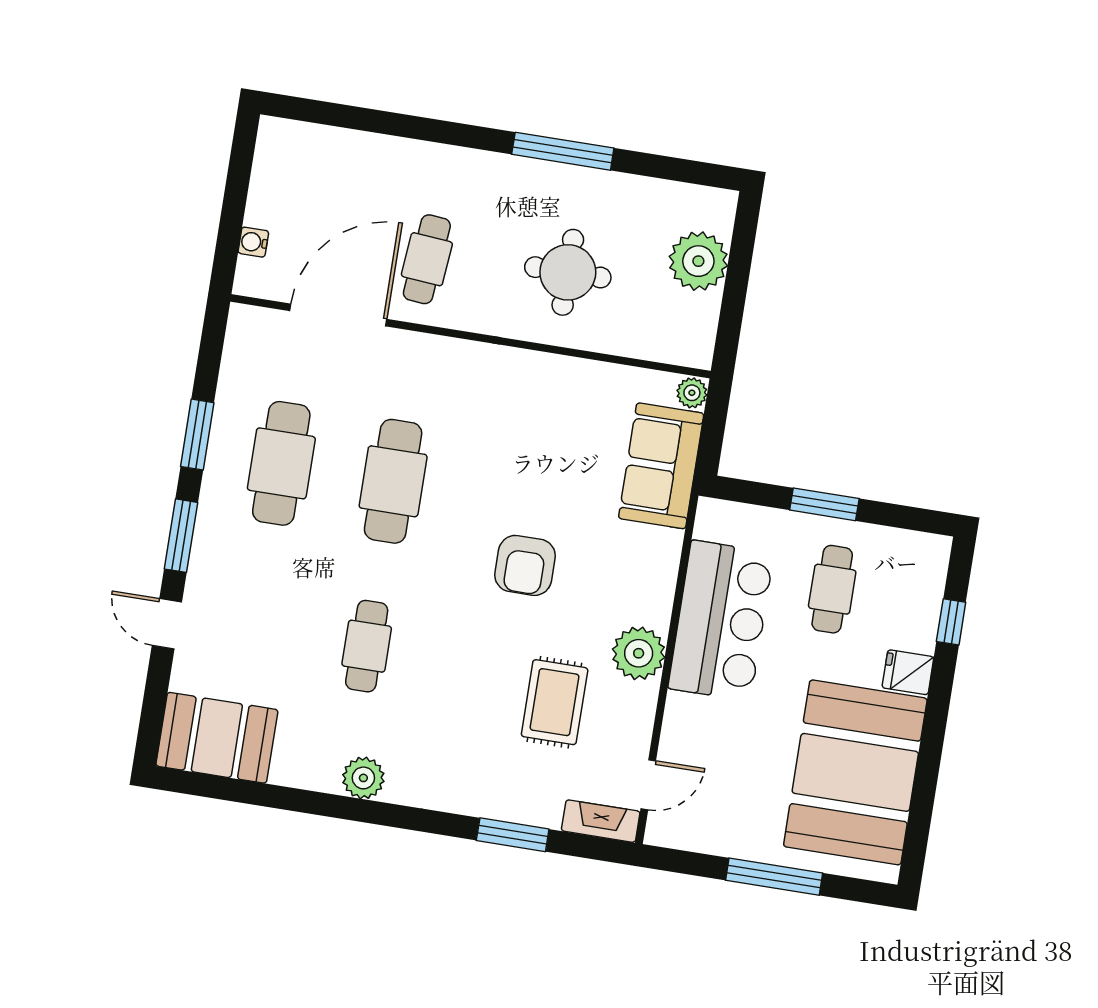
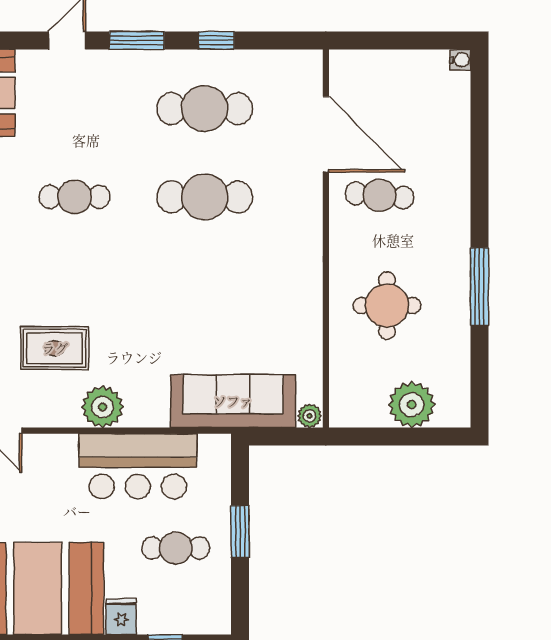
water cooler: (253, 242) -> (460, 60), moved, turned 90
window: (197, 435) -> (216, 40), width x0.67
sofa: (661, 466) -> (233, 401), width x1.36
armchair: (525, 565) -> (156, 309), removed

